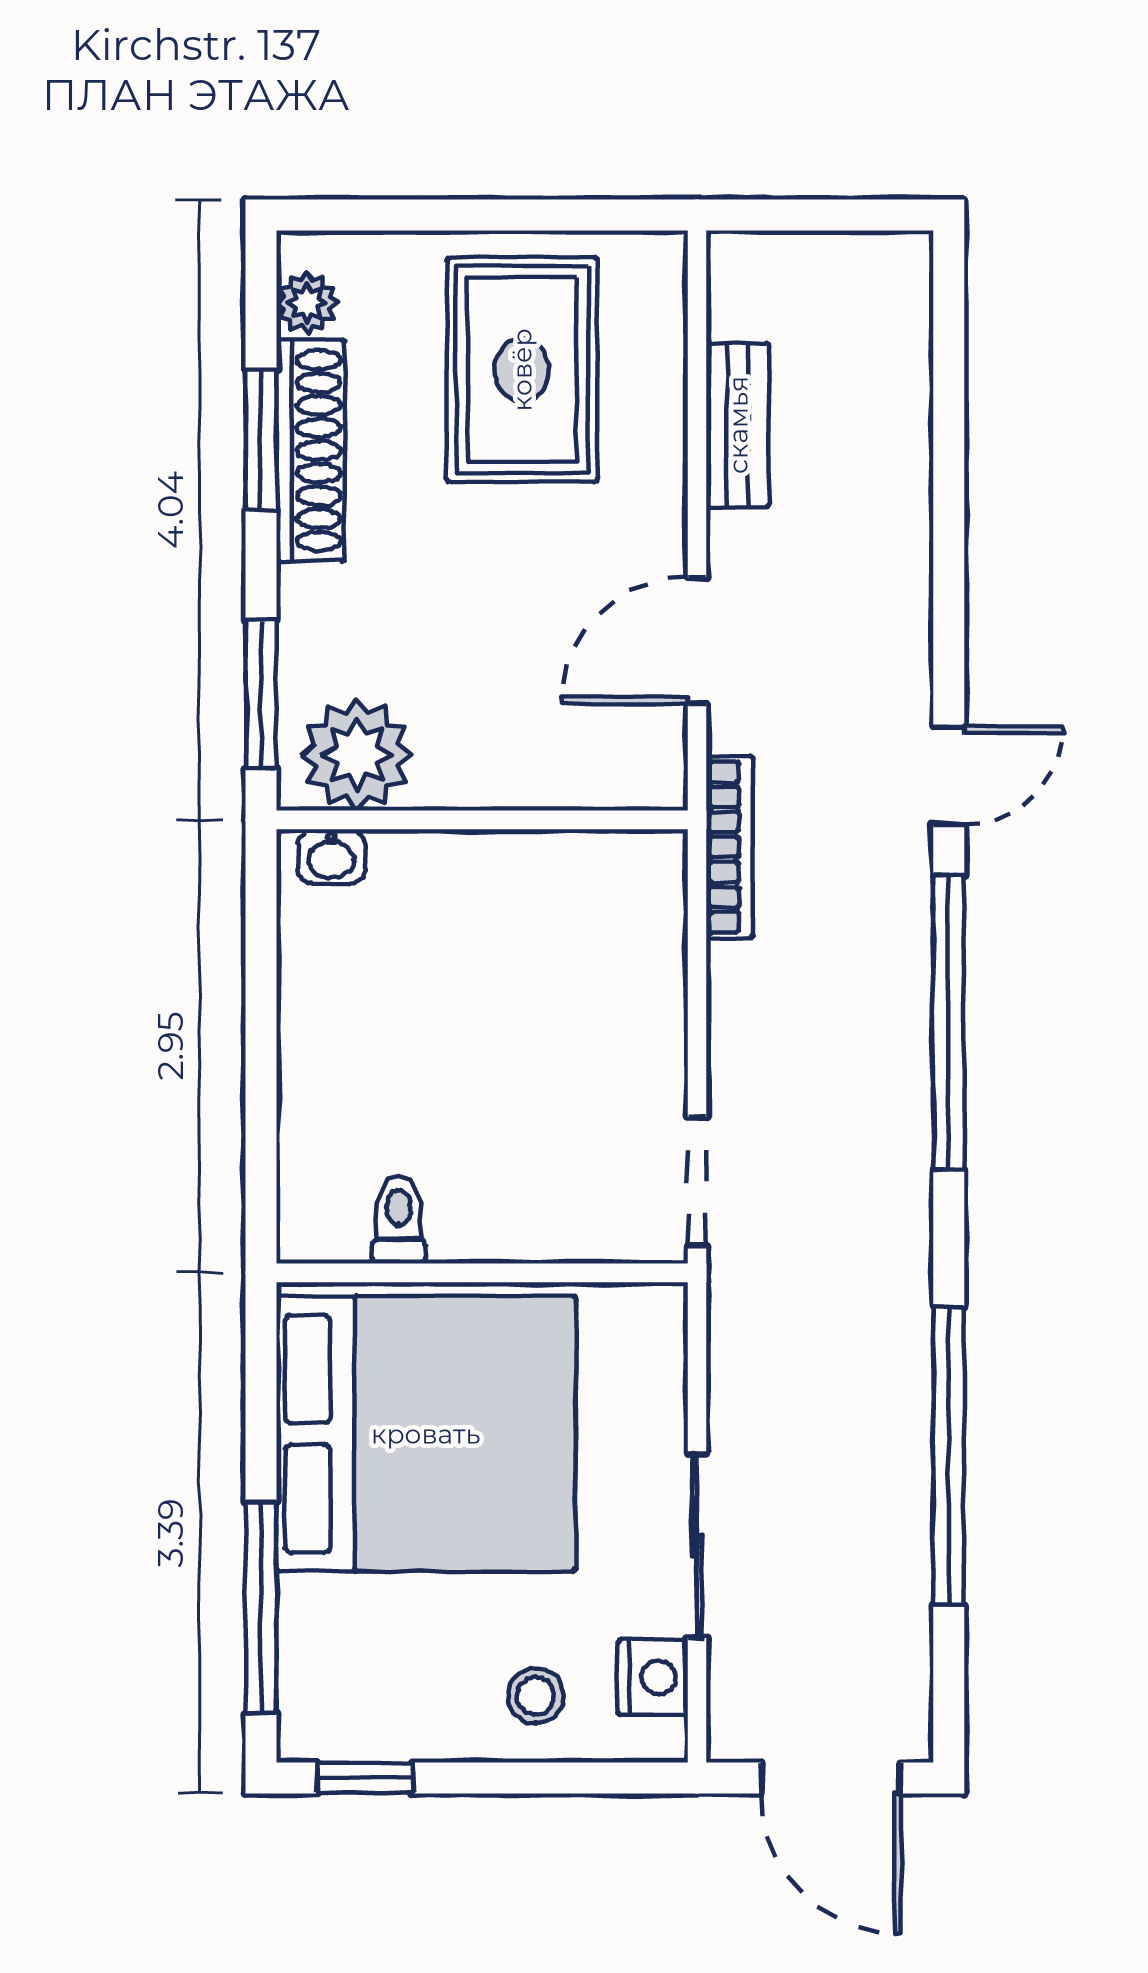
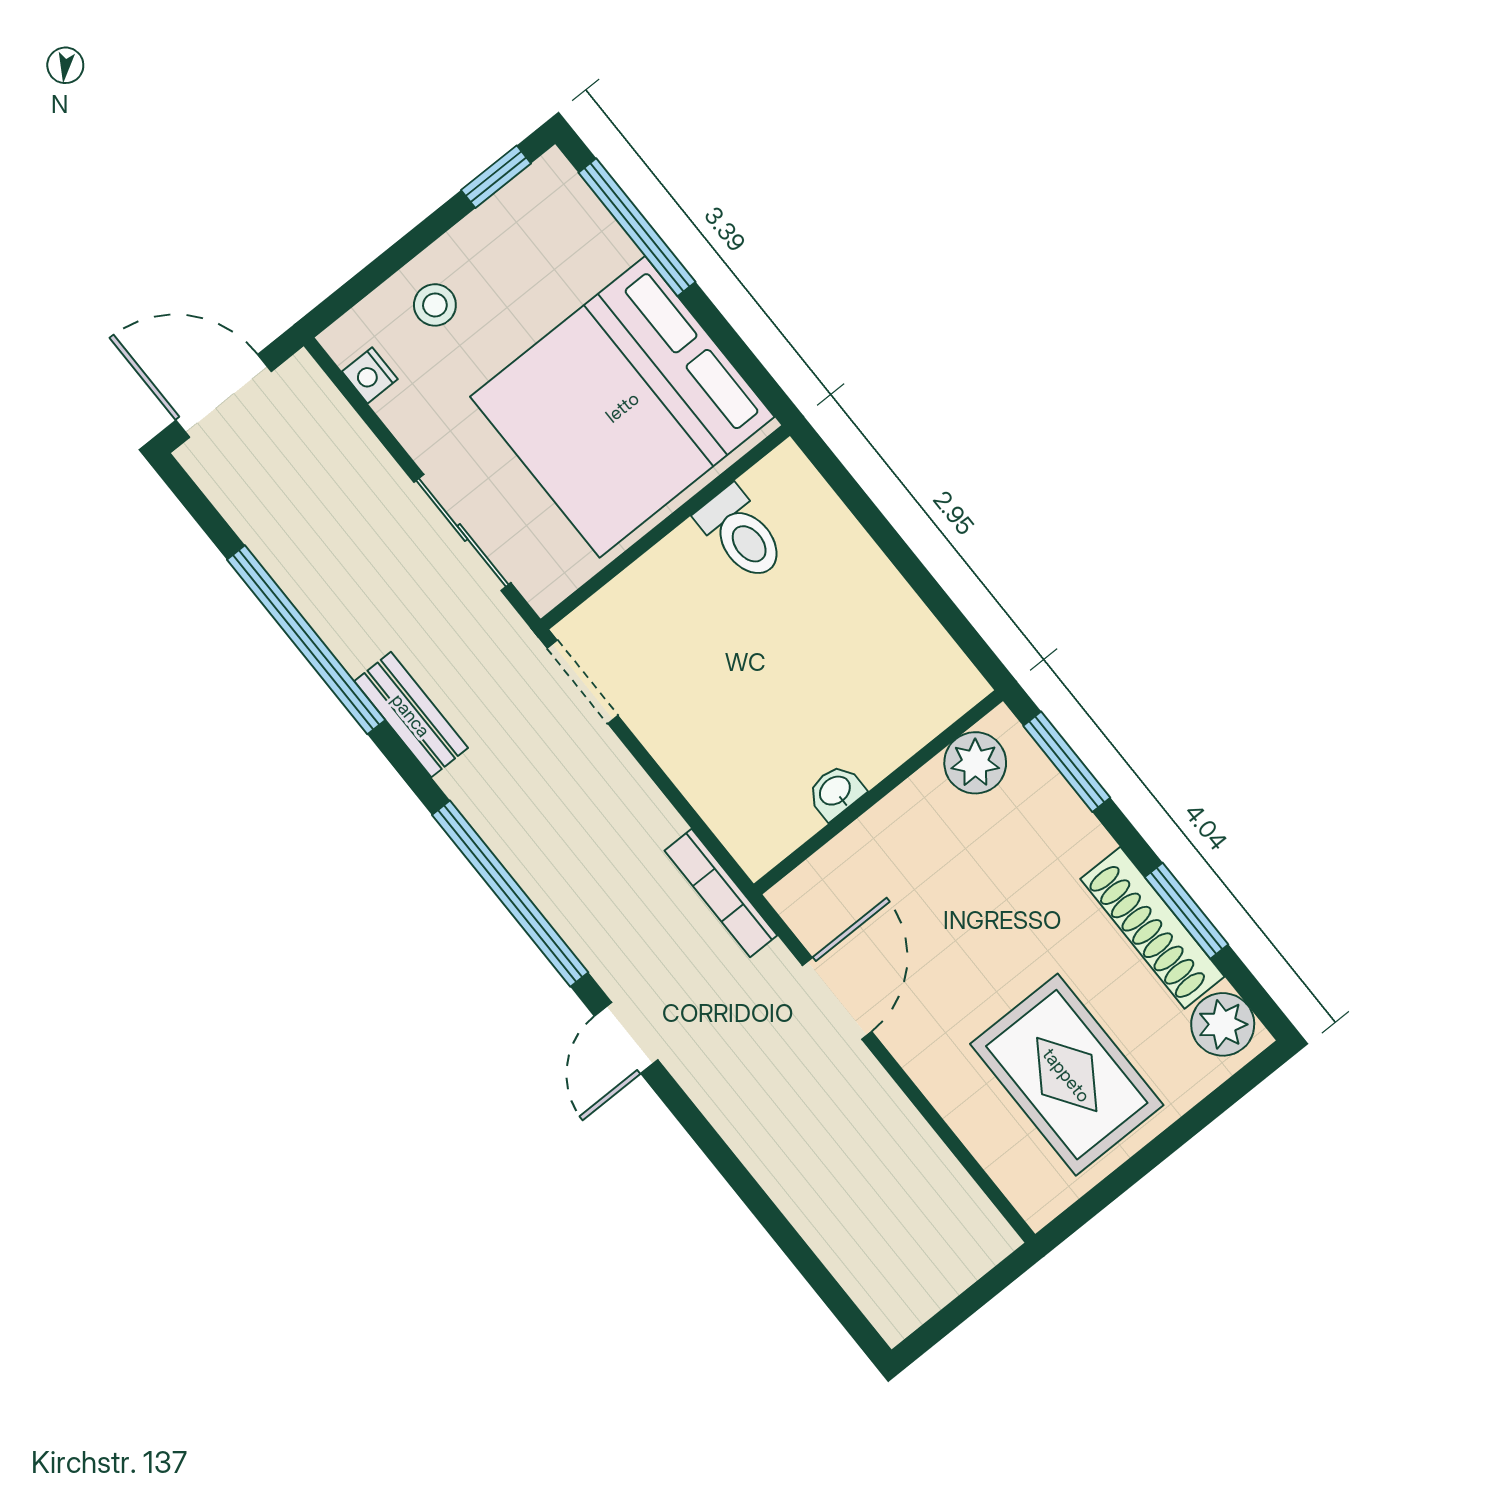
plant: (307, 303) -> (1223, 1024), width x1.38, depth x1.38
bench: (738, 425) -> (411, 715), moved
plant: (357, 755) -> (975, 763), width x0.73, depth x0.73
washbasin: (331, 856) -> (836, 792), moved
toilet: (399, 1220) -> (741, 534), width x1.37, depth x1.39
sliding door: (697, 1545) -> (462, 533), moved
nightstand: (653, 1677) -> (370, 375), width x0.72, depth x0.74

